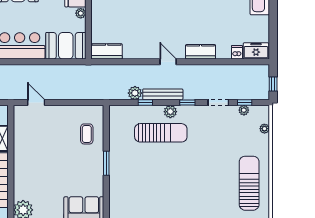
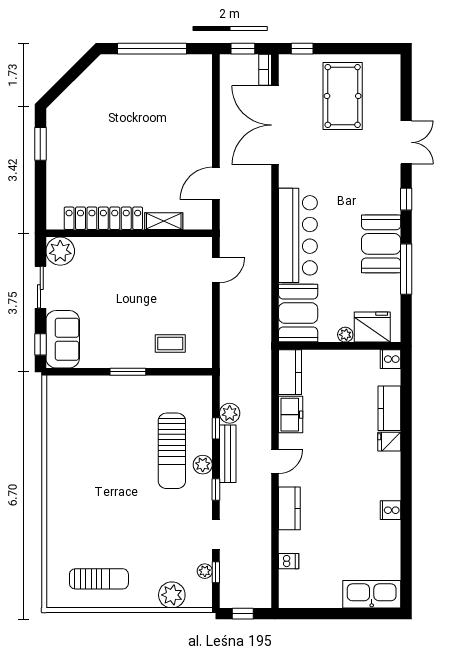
freezer: (256, 51) -> (291, 415), moved
plant: (264, 129) -> (172, 595), width x1.88, depth x1.88
sun lounger: (249, 183) -> (99, 579), width x0.73, depth x0.75

